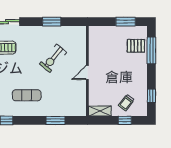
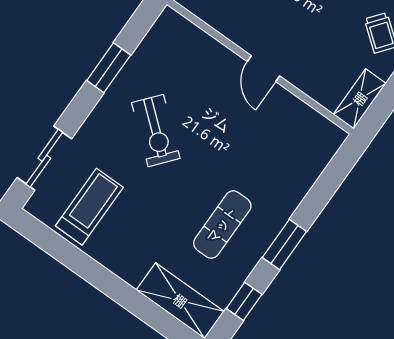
exercise bike: (53, 58) -> (156, 131), moved
window: (56, 120) -> (284, 245), moved

